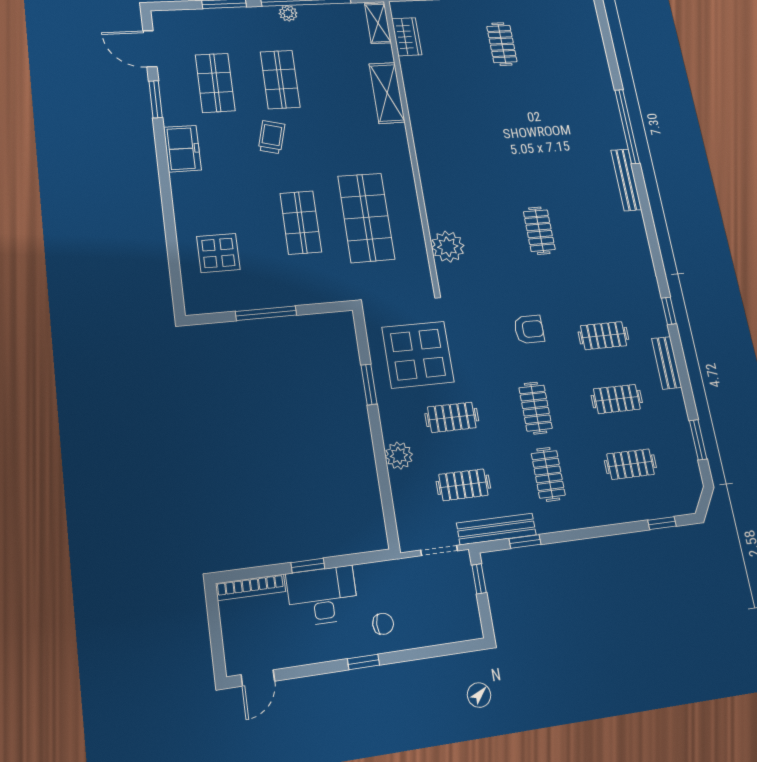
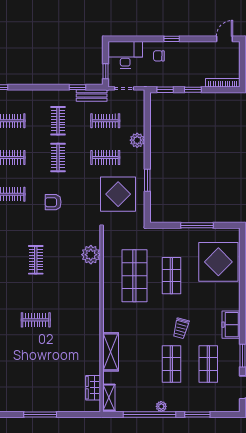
clothes rail: (502, 44) -> (36, 320), moved, turned 90
display table: (218, 253) -> (218, 262), width x1.86, depth x1.86
bench: (496, 529) -> (92, 96), width x0.73
window: (361, 558) -> (165, 90), added
desk: (322, 596) -> (125, 55), moved, turned 180

